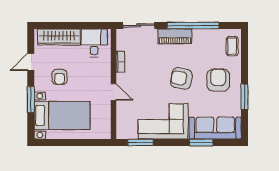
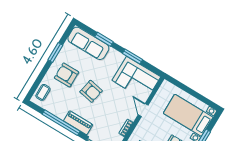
armchair: (218, 80) -> (67, 75), turned 90
corner sofa: (163, 121) -> (136, 79), moved
window: (141, 142) -> (132, 56), moved

